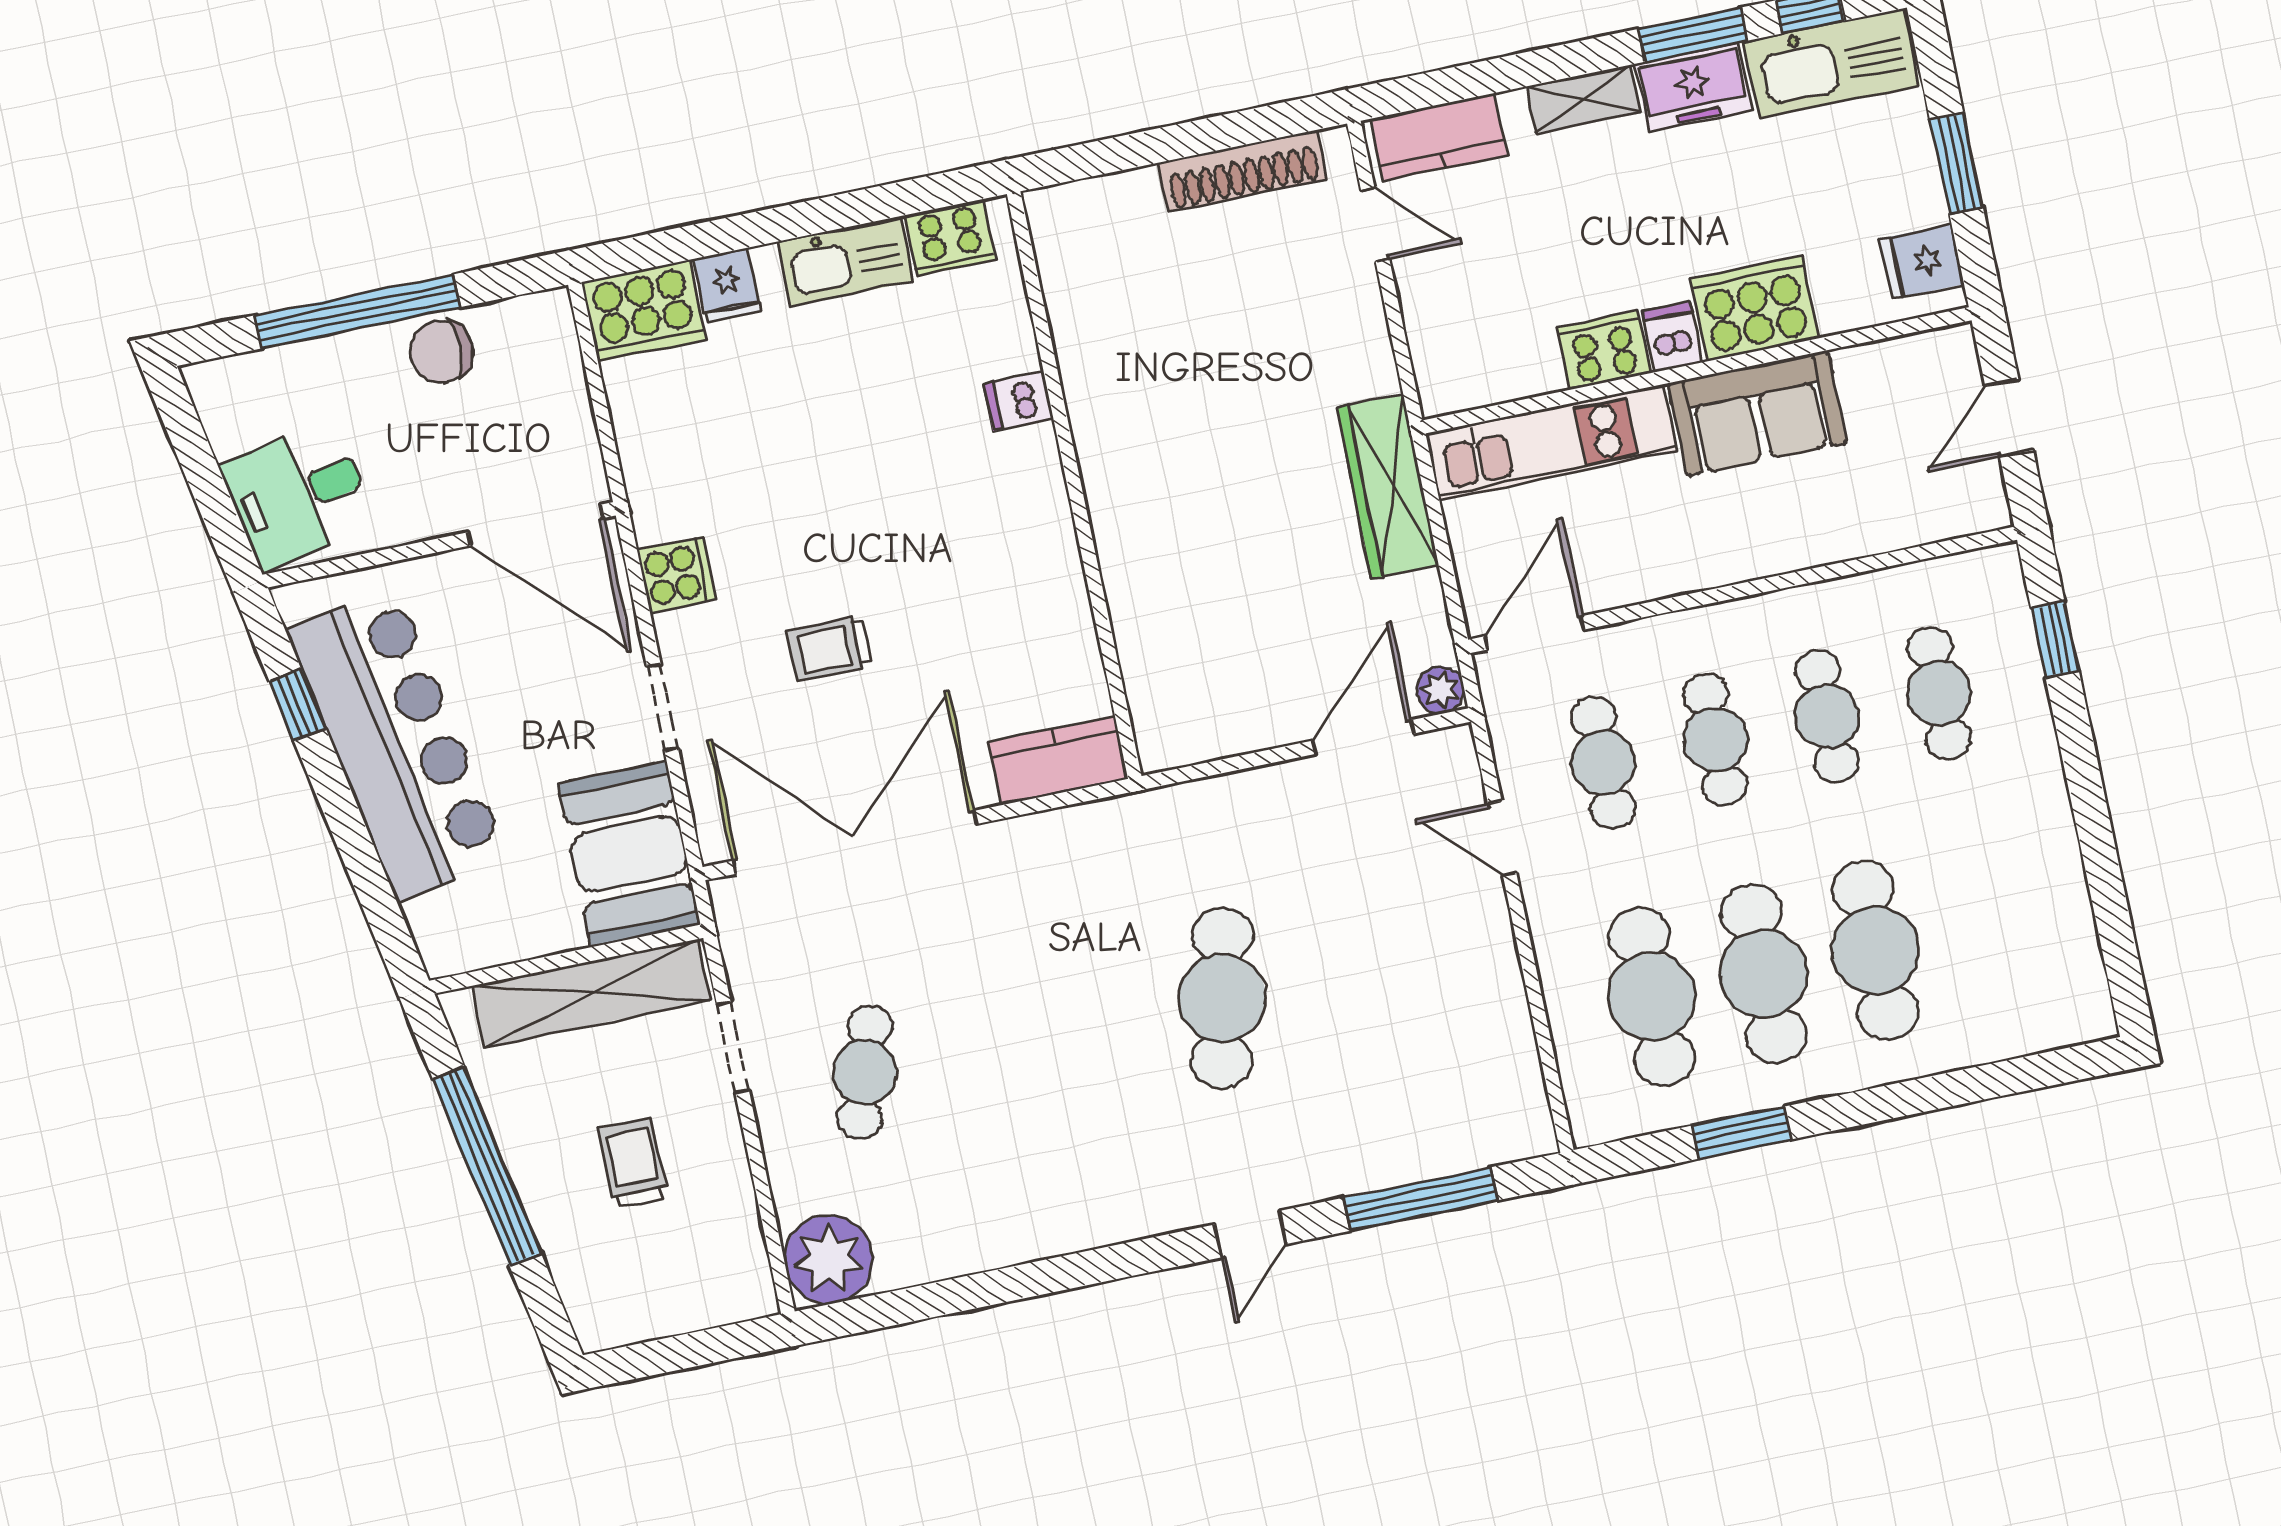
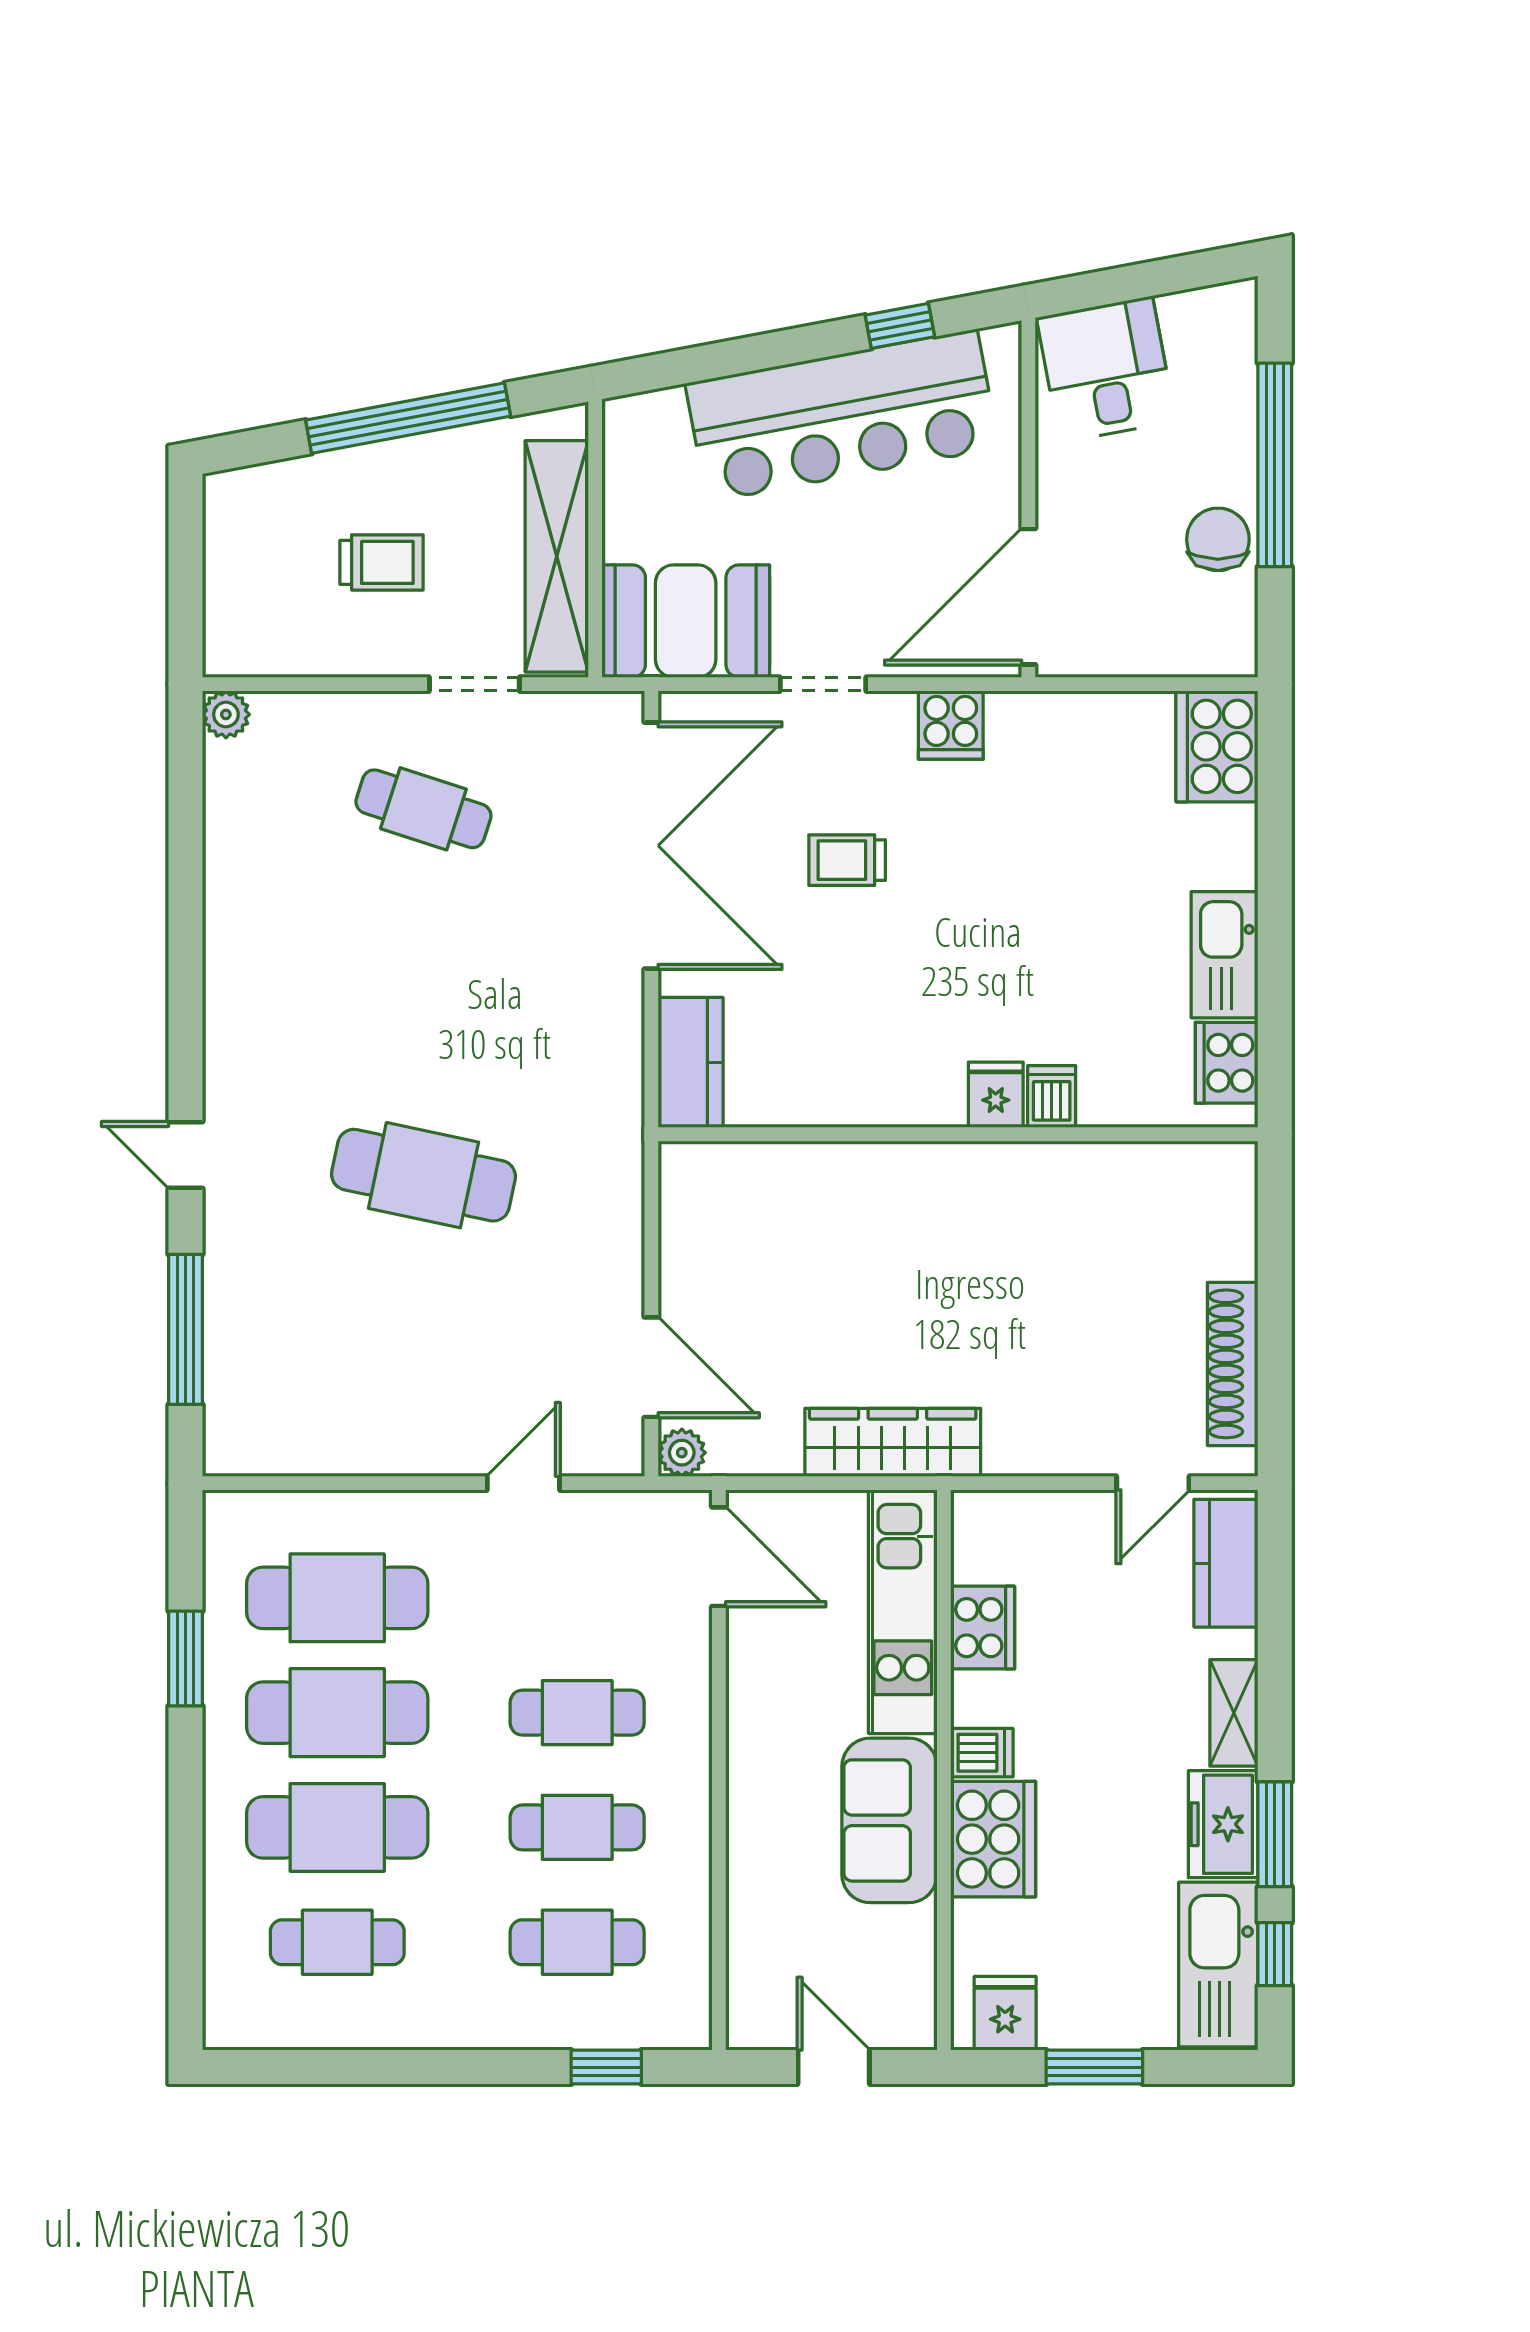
fridge: (727, 285) -> (996, 1095), moved, turned 90
cooker: (1604, 350) -> (983, 1628), moved
trolley: (829, 648) -> (847, 860), turned -90
cafe table: (1603, 763) -> (337, 1942), moved
plant: (829, 1259) -> (226, 714), width x0.53, depth x0.53

